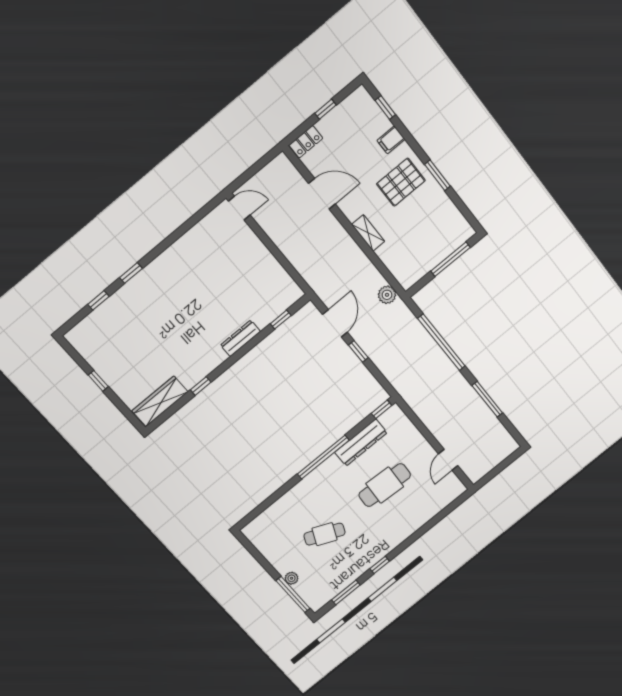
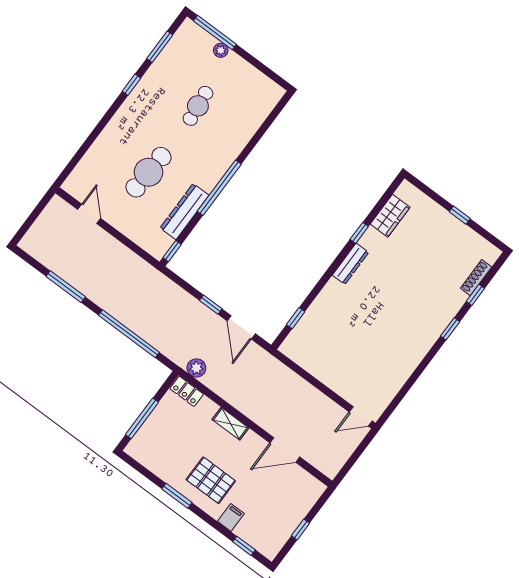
locker: (306, 142) -> (187, 391), moved, turned -90
pallet: (401, 182) -> (211, 480), turned 90
shoe rack: (94, 317) -> (476, 278), added
dresser: (240, 338) -> (351, 264), moved
wardrobe: (160, 401) -> (390, 216), width x0.67
cafe table: (325, 534) -> (198, 106), turned -30

